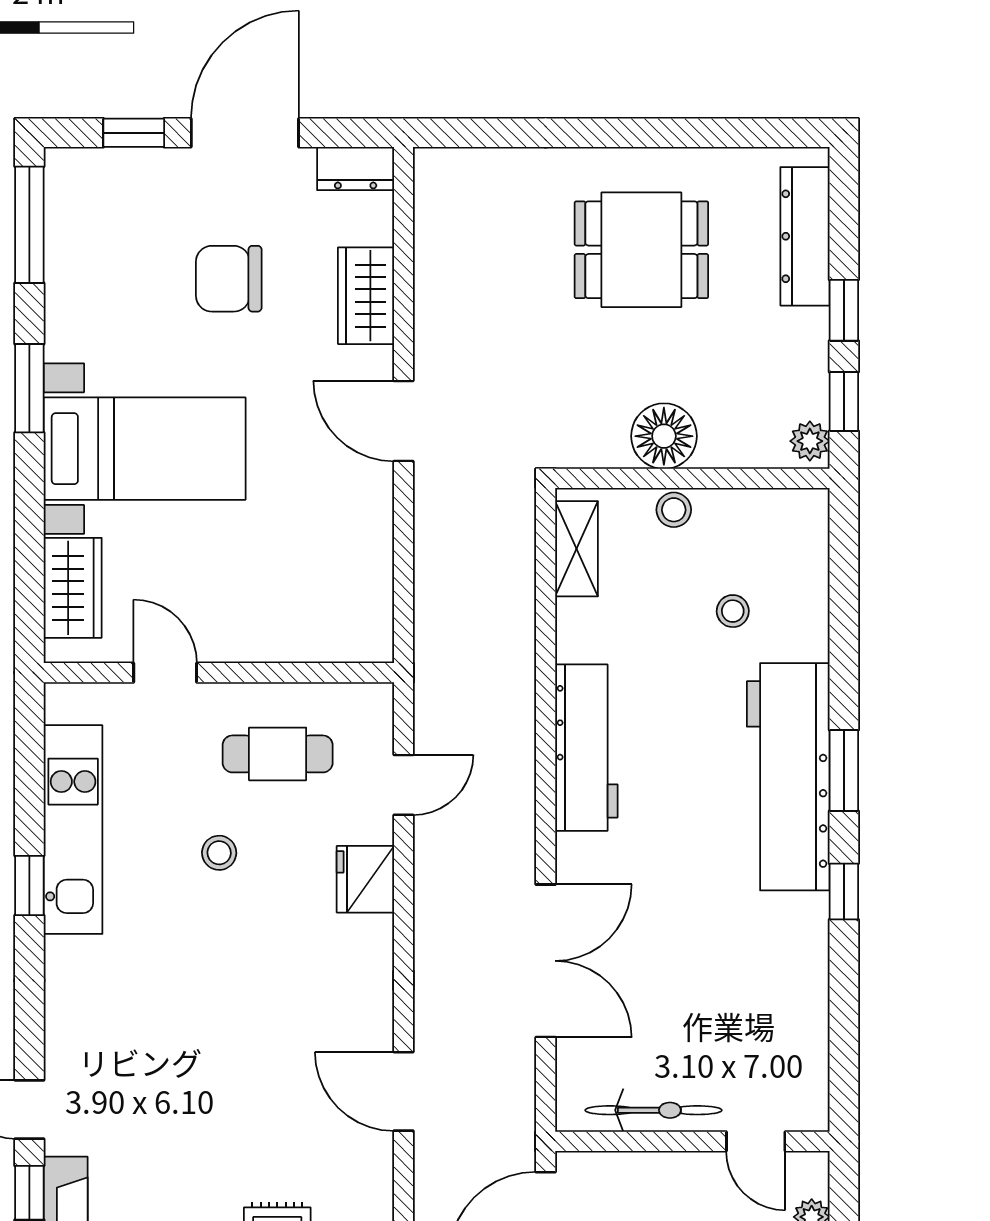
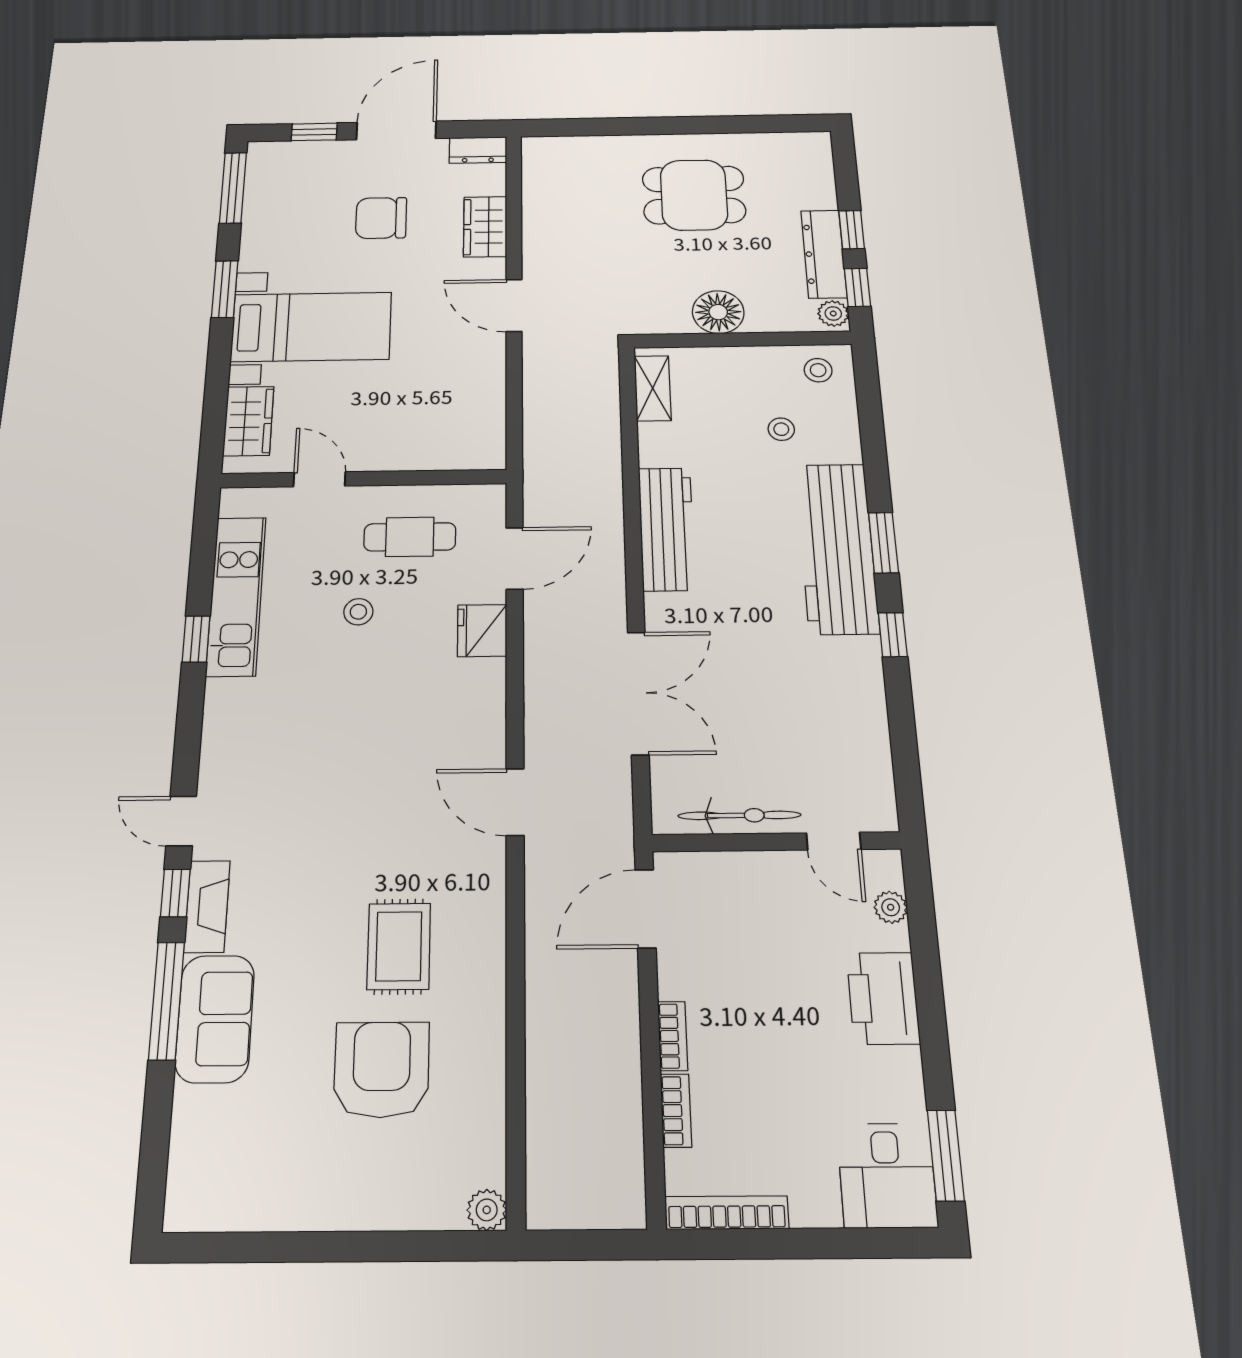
dresser: (805, 236) -> (824, 254), moved
stool: (674, 510) -> (818, 370), moved
door: (404, 785) -> (515, 558), width x1.38

